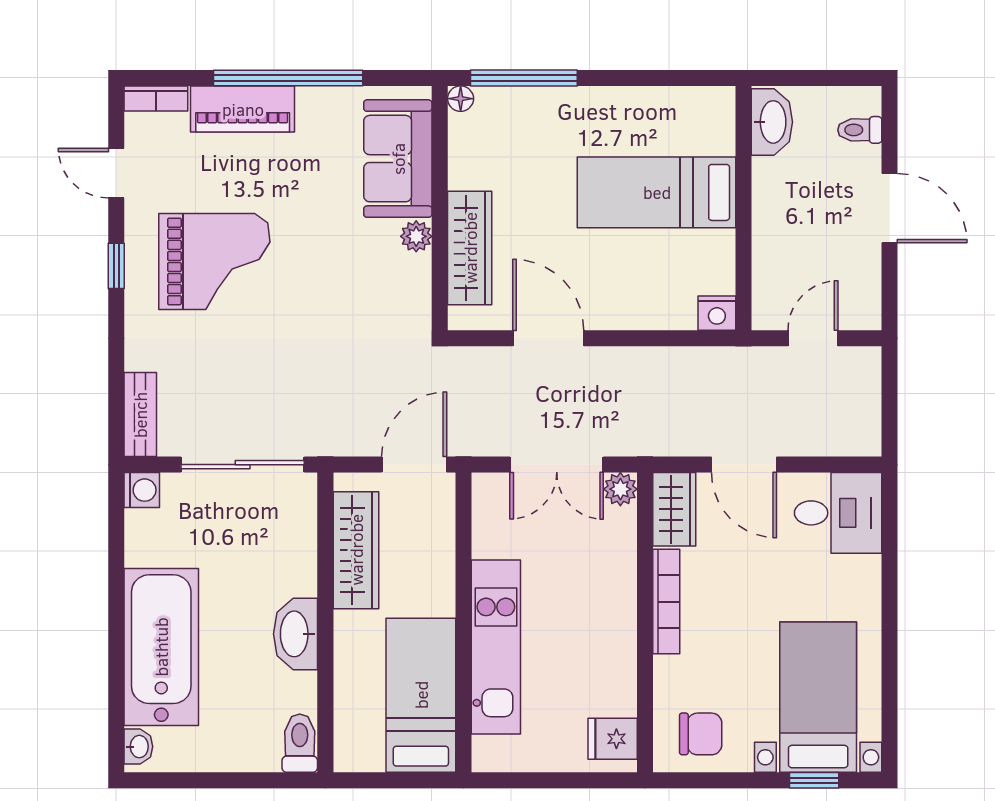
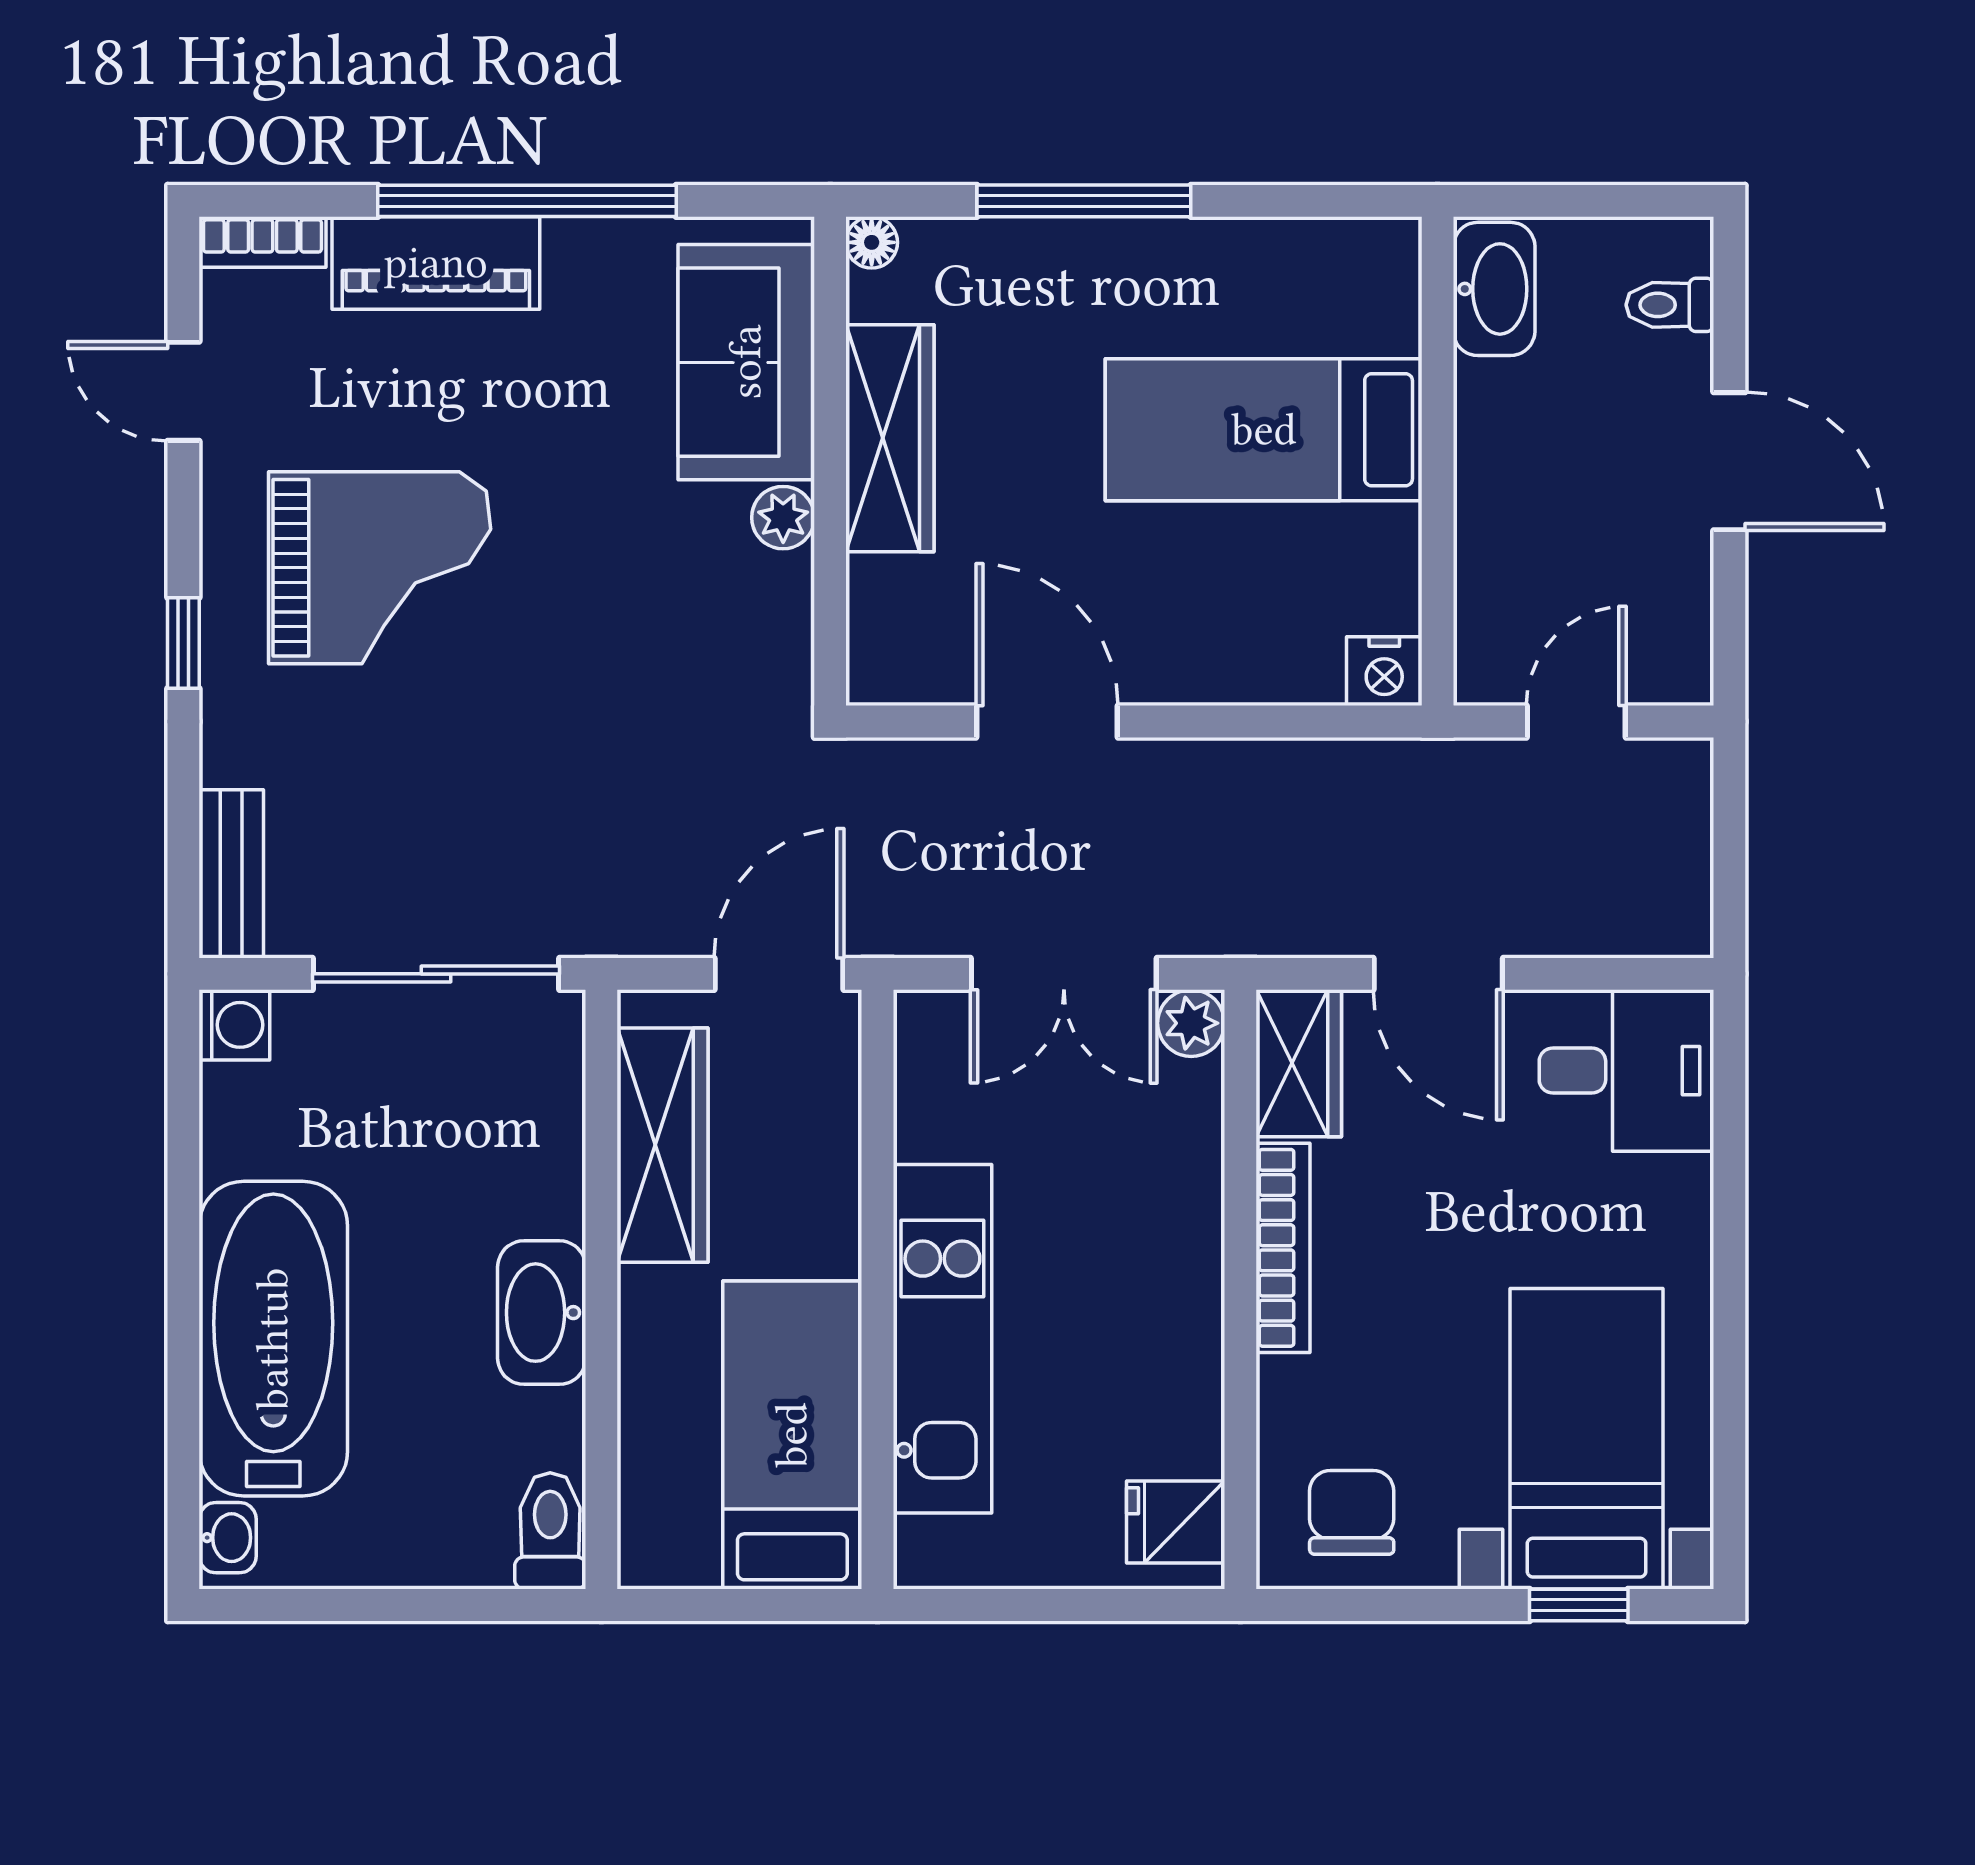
window: (524, 78) -> (1084, 201), moved
wardrobe: (470, 248) -> (890, 438), moved
window: (116, 266) -> (183, 643), moved
chair: (701, 734) -> (1352, 1512), turned -90

